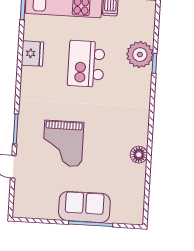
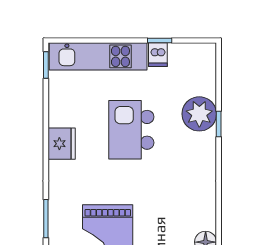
fridge: (32, 53) -> (62, 144), moved

